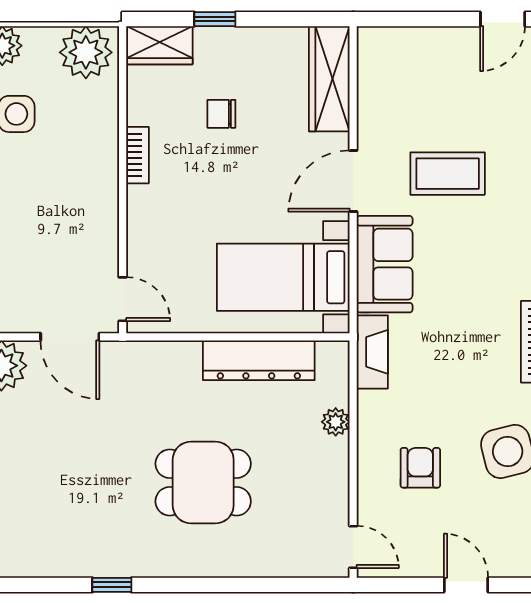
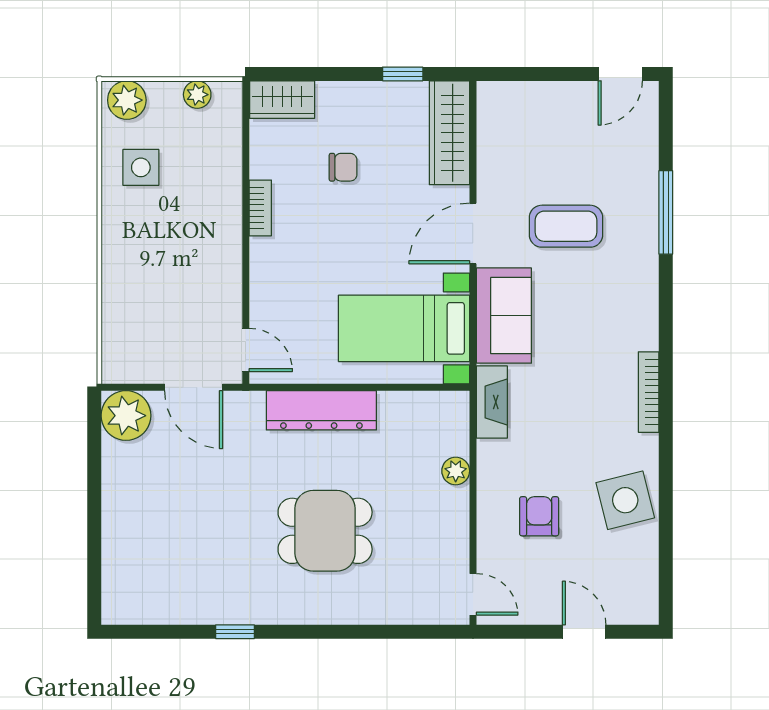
window: (215, 19) -> (403, 74), moved
plant: (86, 52) -> (197, 95), width x0.53, depth x0.53
chair: (221, 114) -> (343, 167), turned 180
dresser: (259, 360) -> (321, 410), moved

